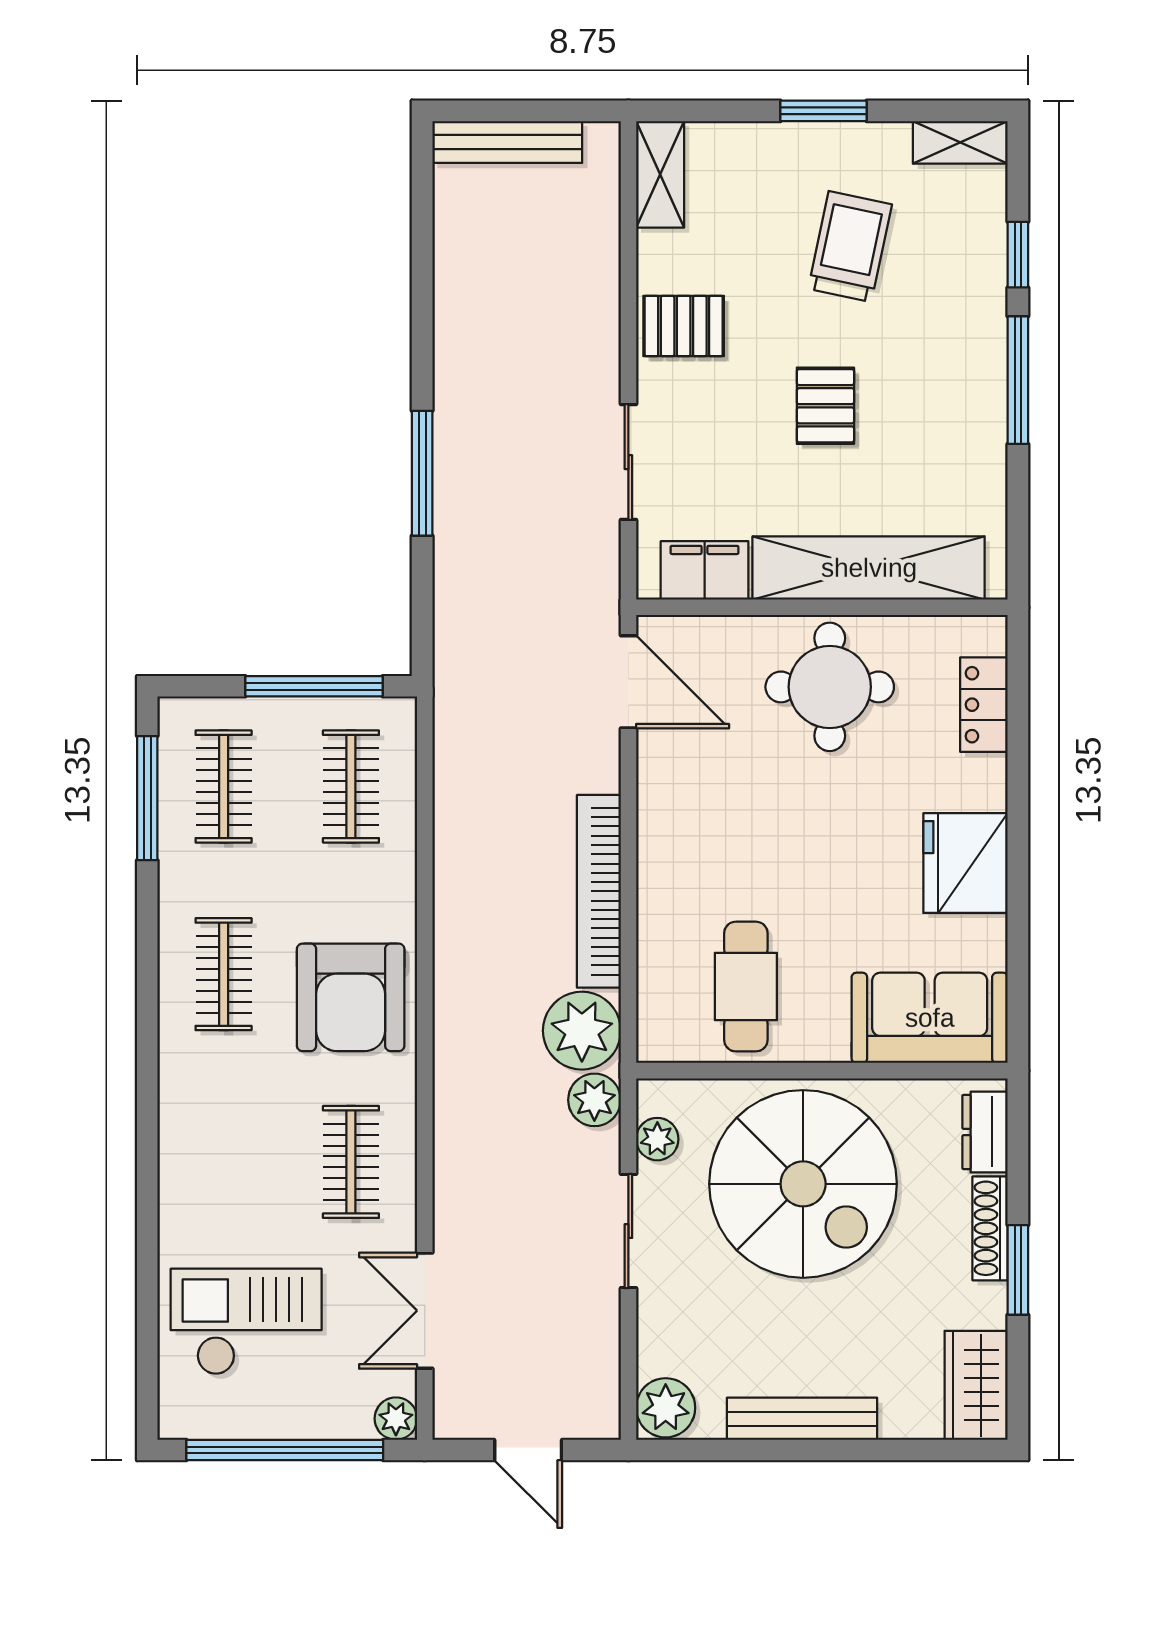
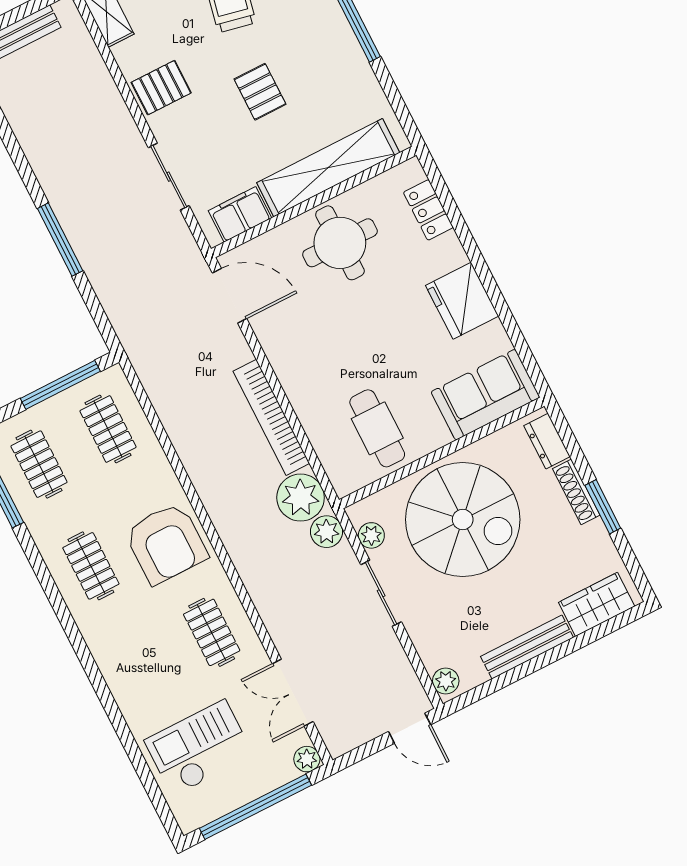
wardrobe: (976, 1385) -> (597, 604), moved, turned 90
plant: (666, 1408) -> (446, 681), width x0.73, depth x0.73
door: (528, 1450) -> (410, 728), moved

